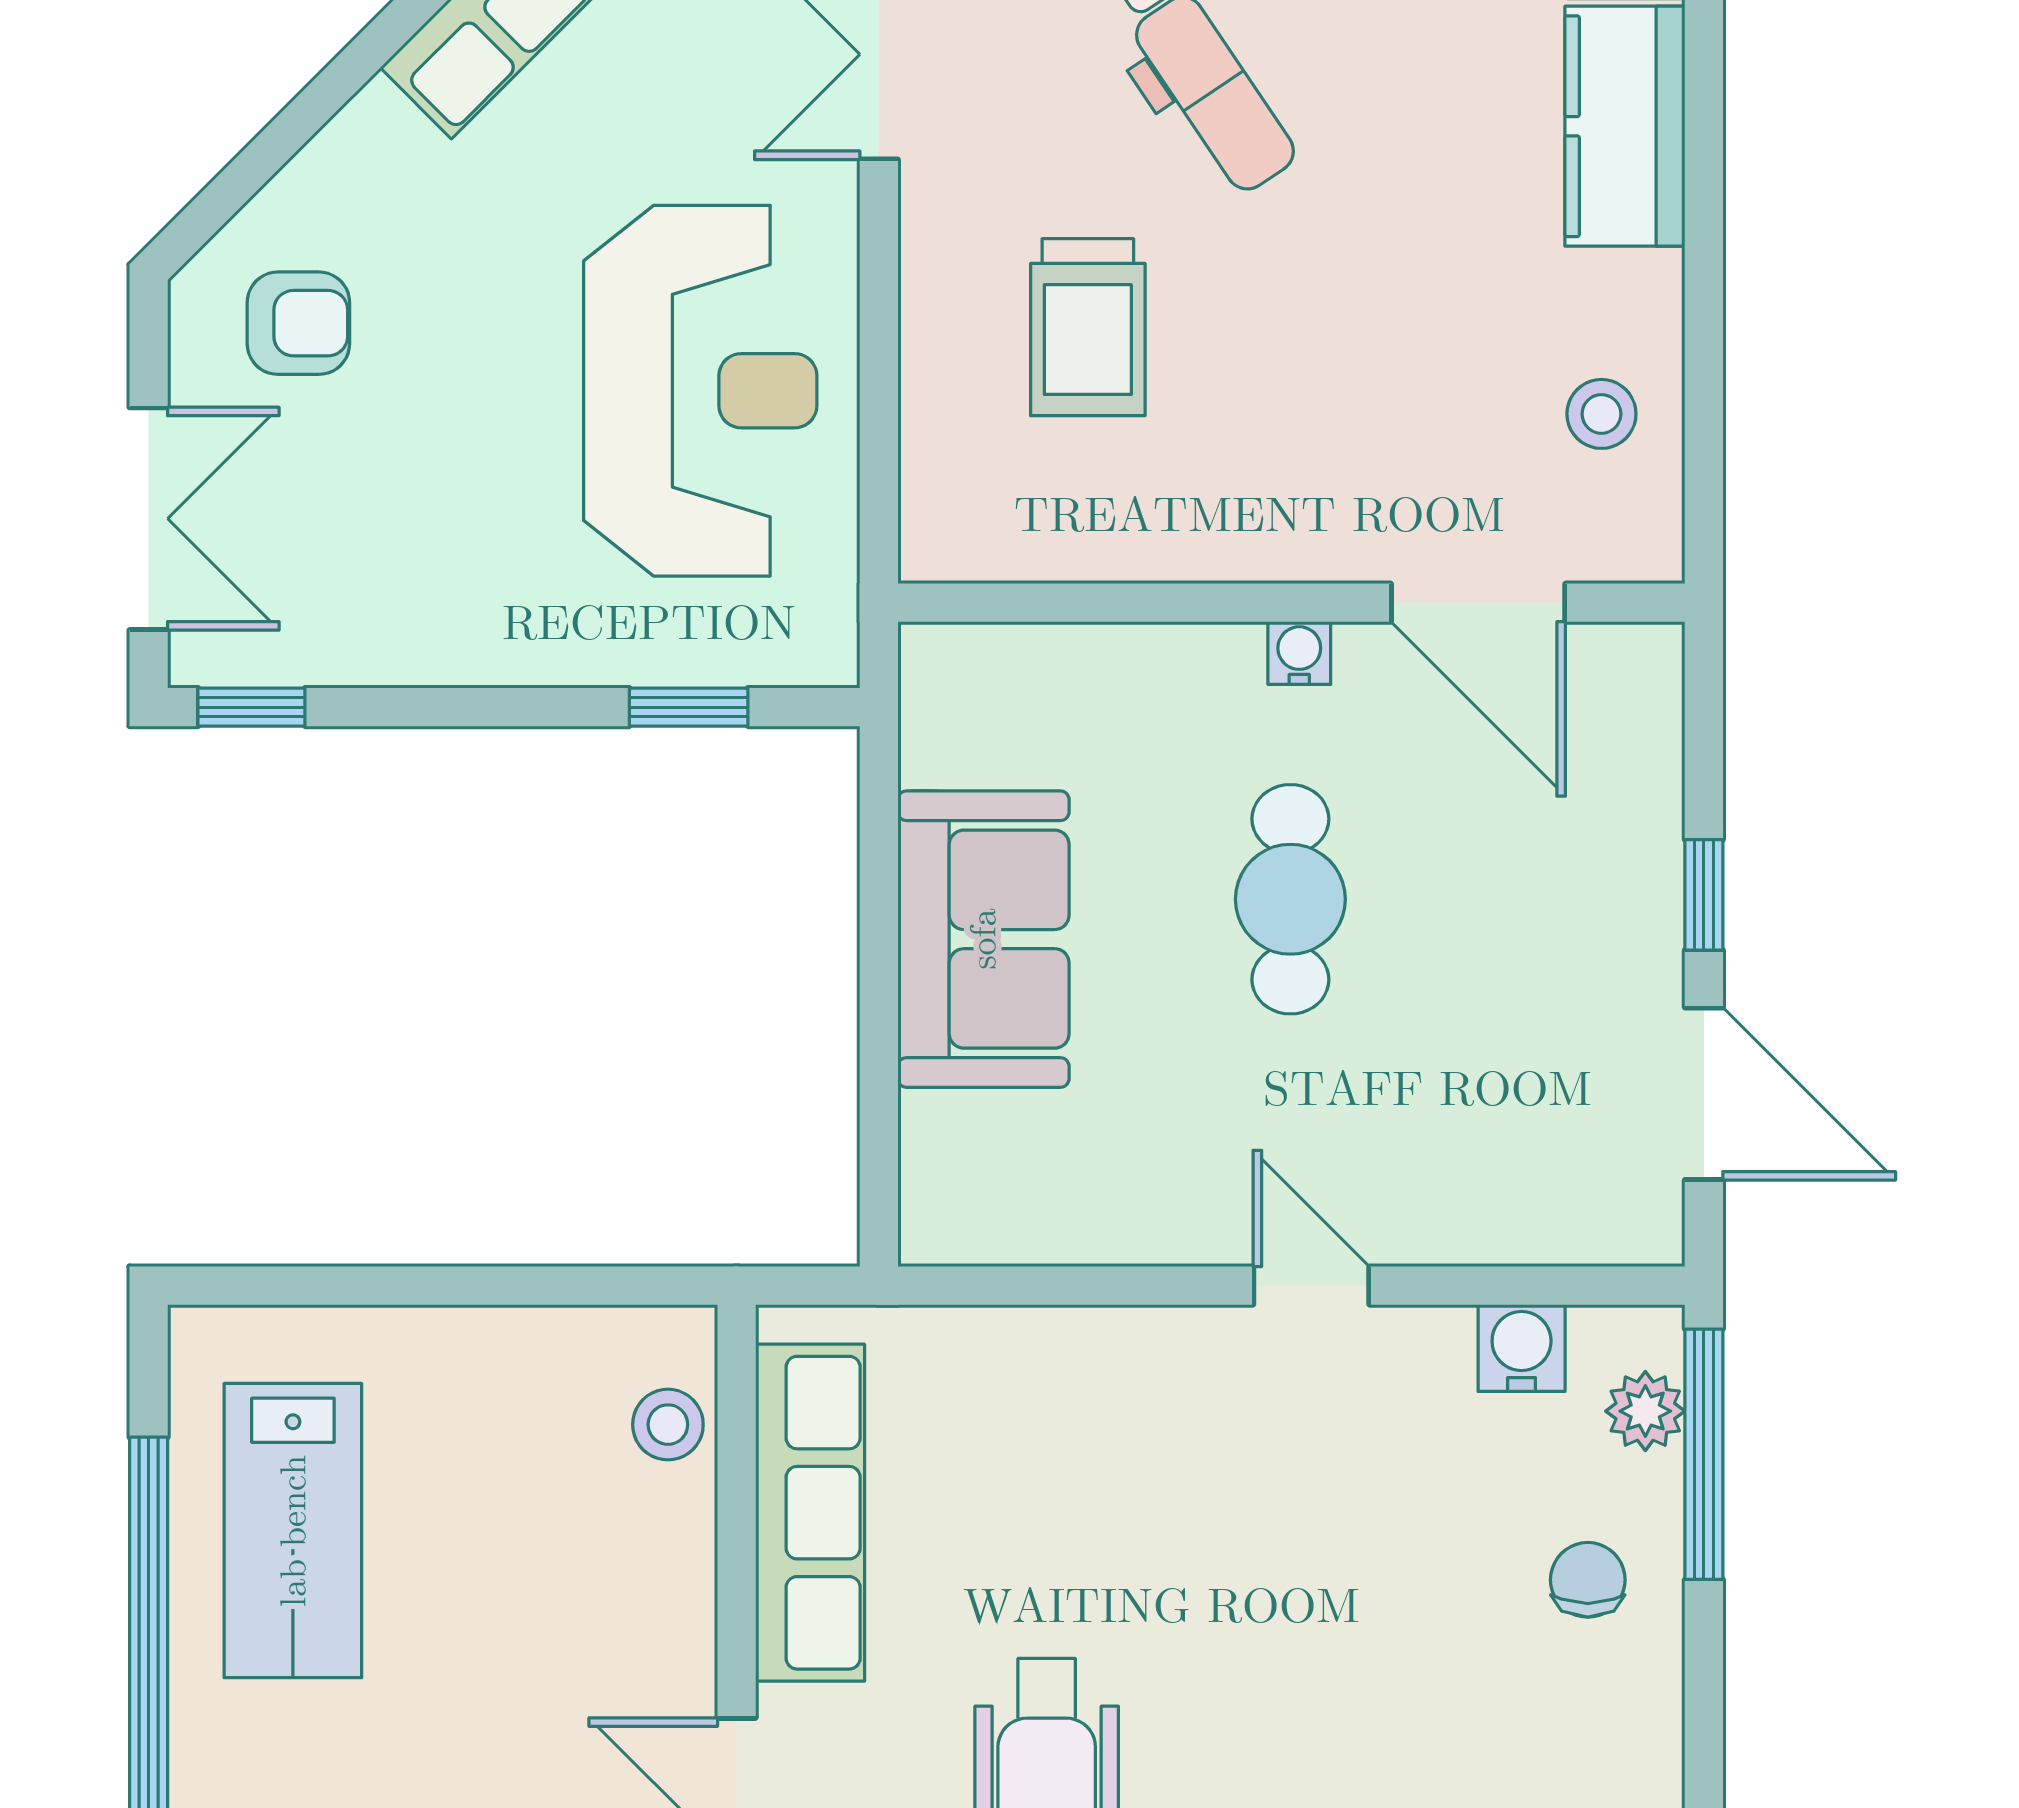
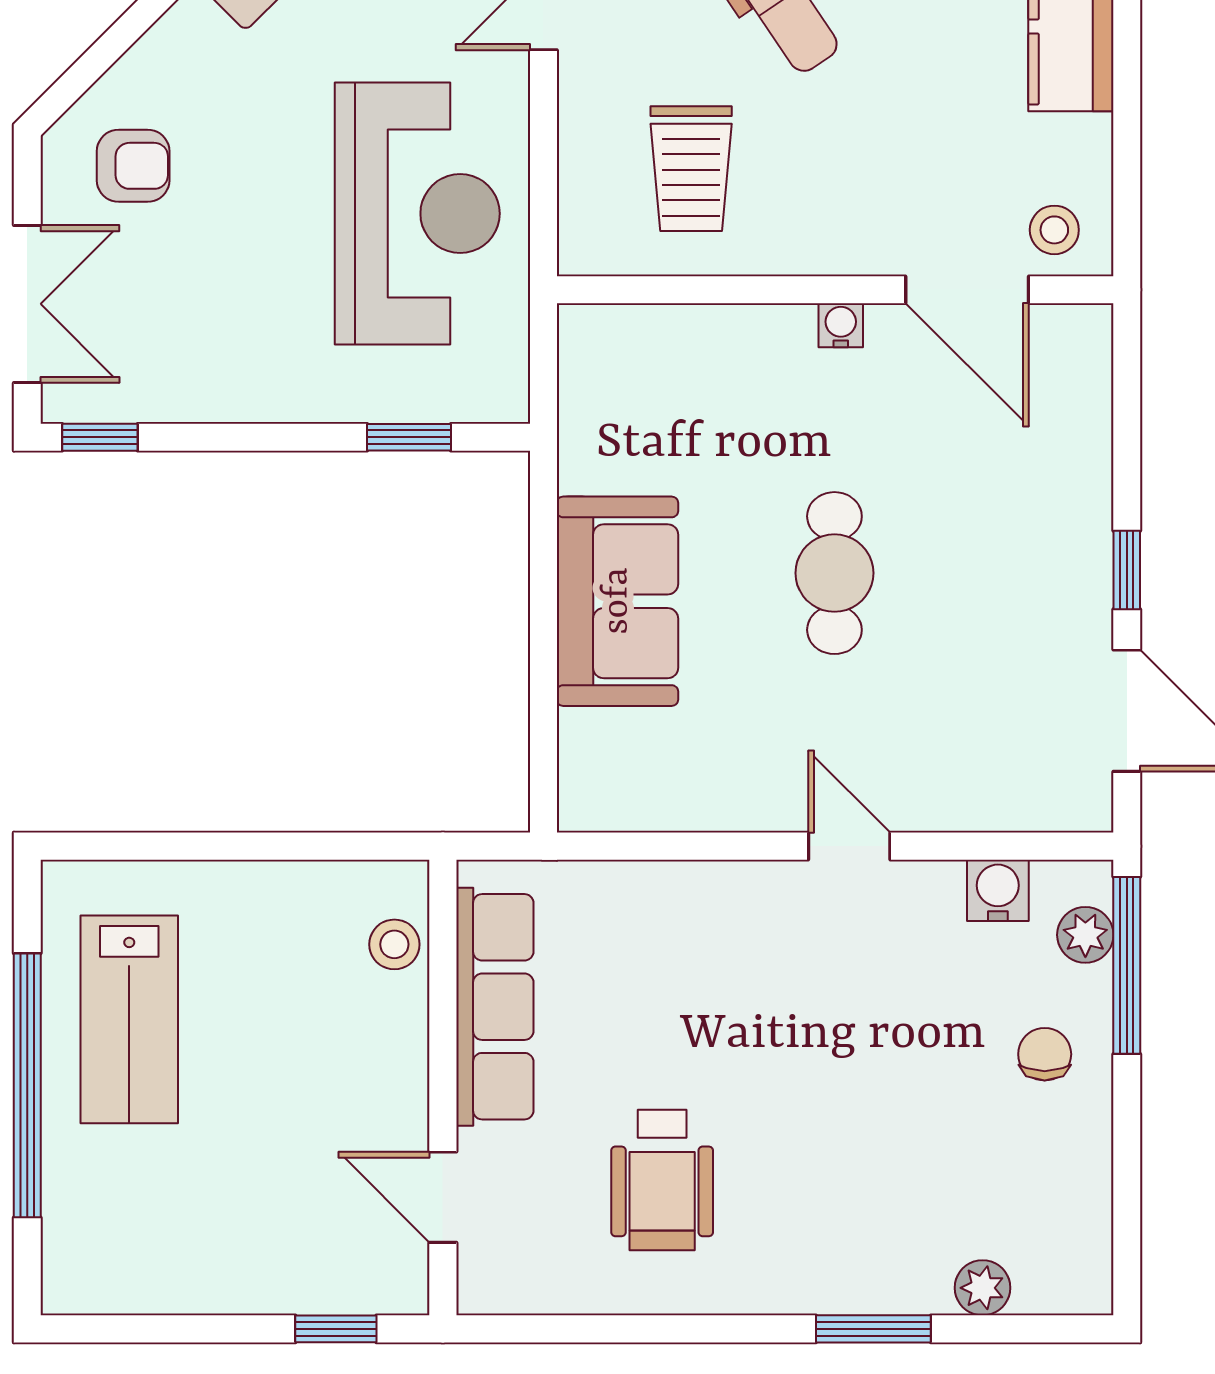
wall: (1291, 603) -> (835, 290), moved
door: (1478, 603) -> (967, 290), moved
water cooler: (1299, 653) -> (841, 325), moved

